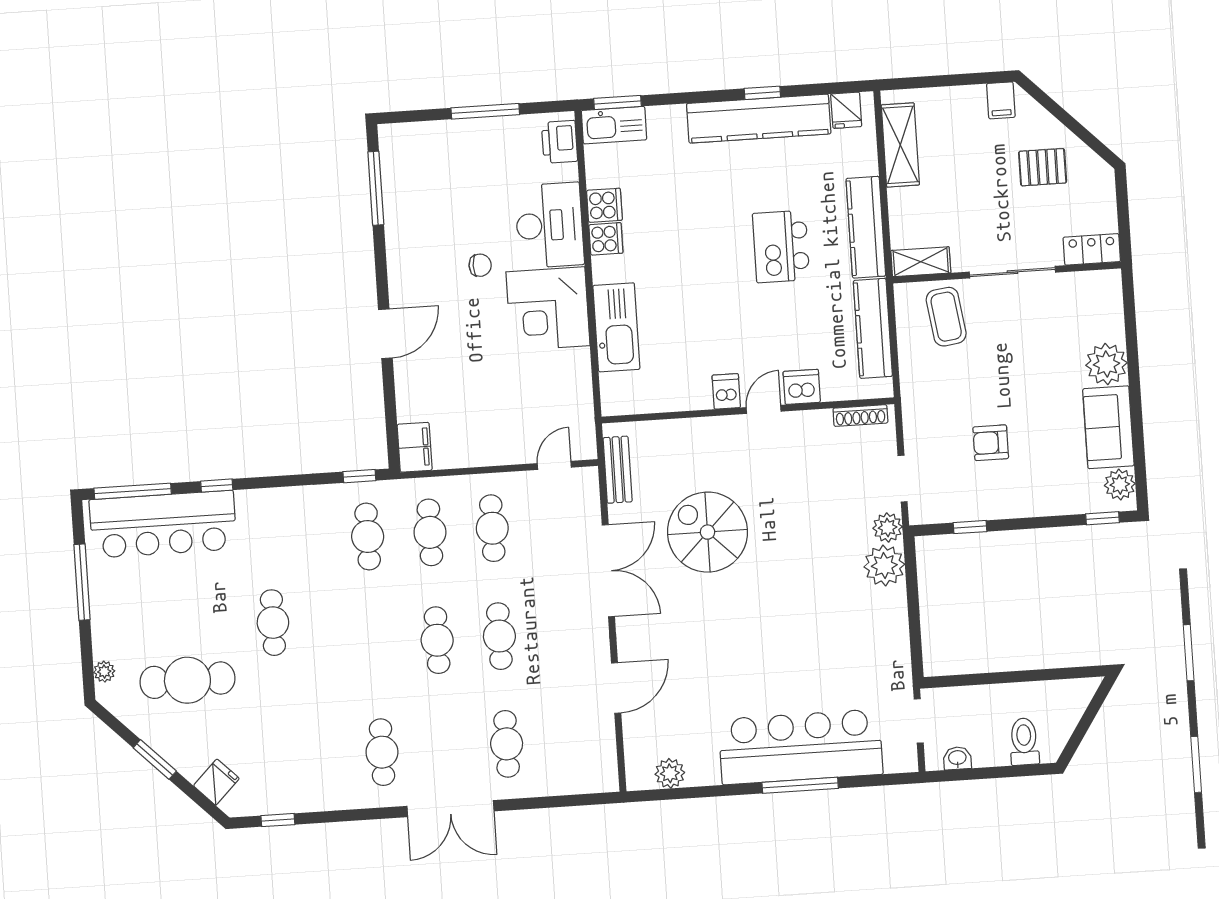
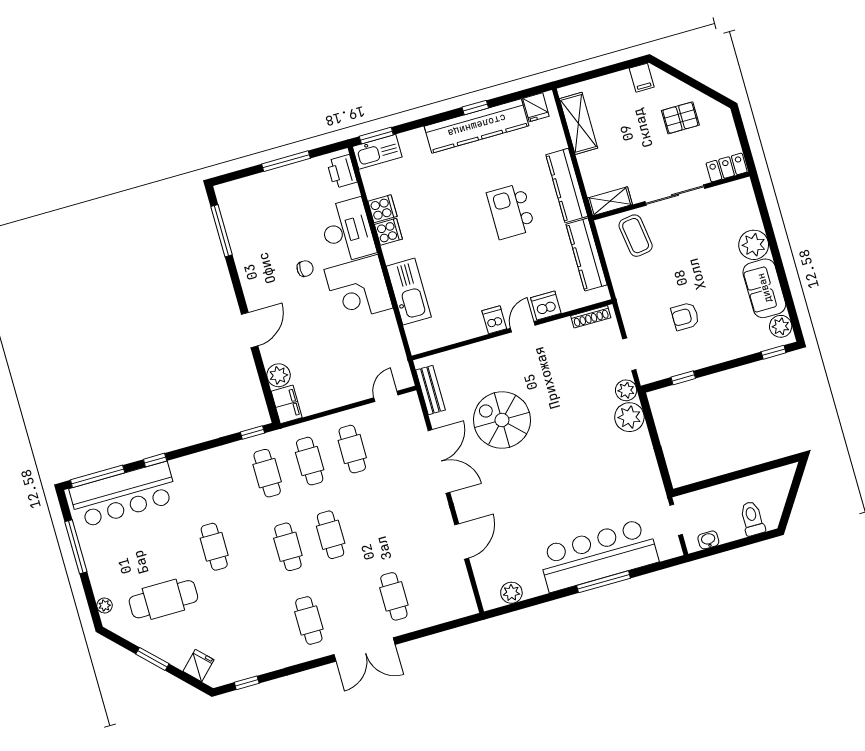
plant: (412, 405) -> (279, 375), added
cafe table: (499, 636) -> (288, 547), moved

